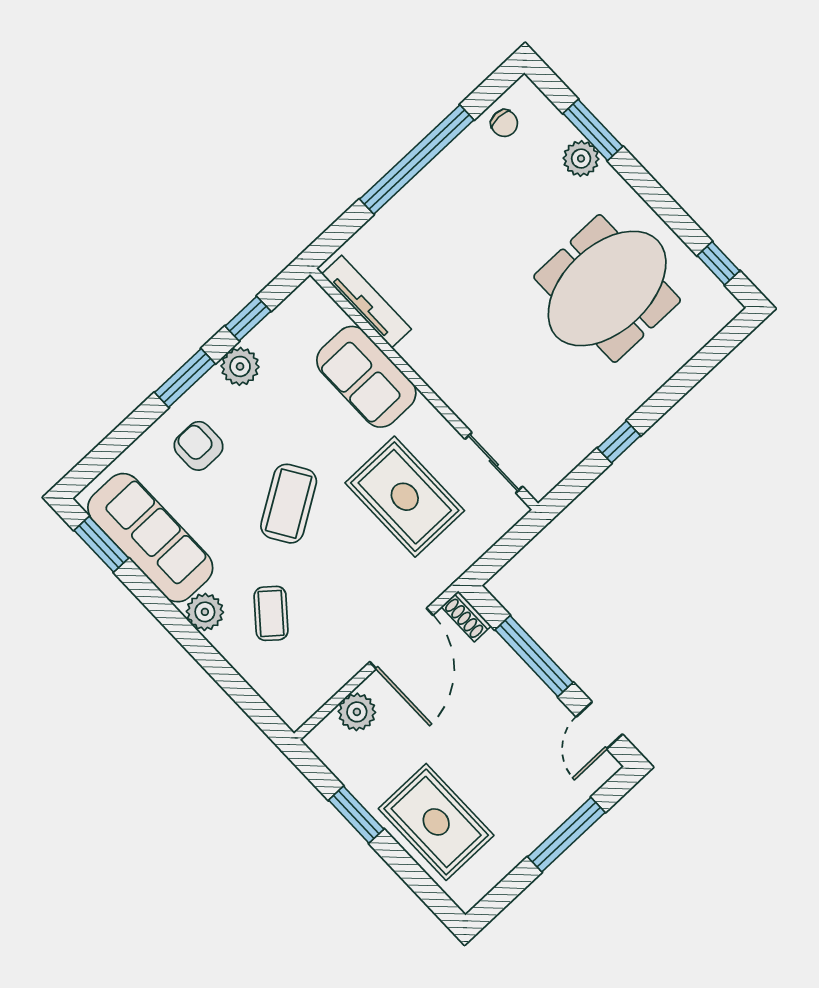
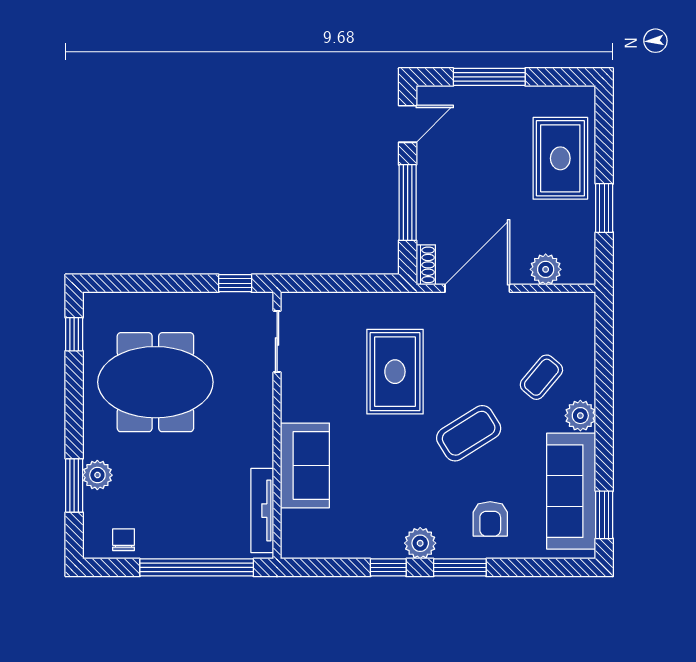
tv unit: (367, 302) -> (262, 511), moved
sofa: (366, 377) -> (305, 465), moved
wall: (424, 389) -> (277, 425), moved
sliding door: (494, 463) -> (277, 342), moved

